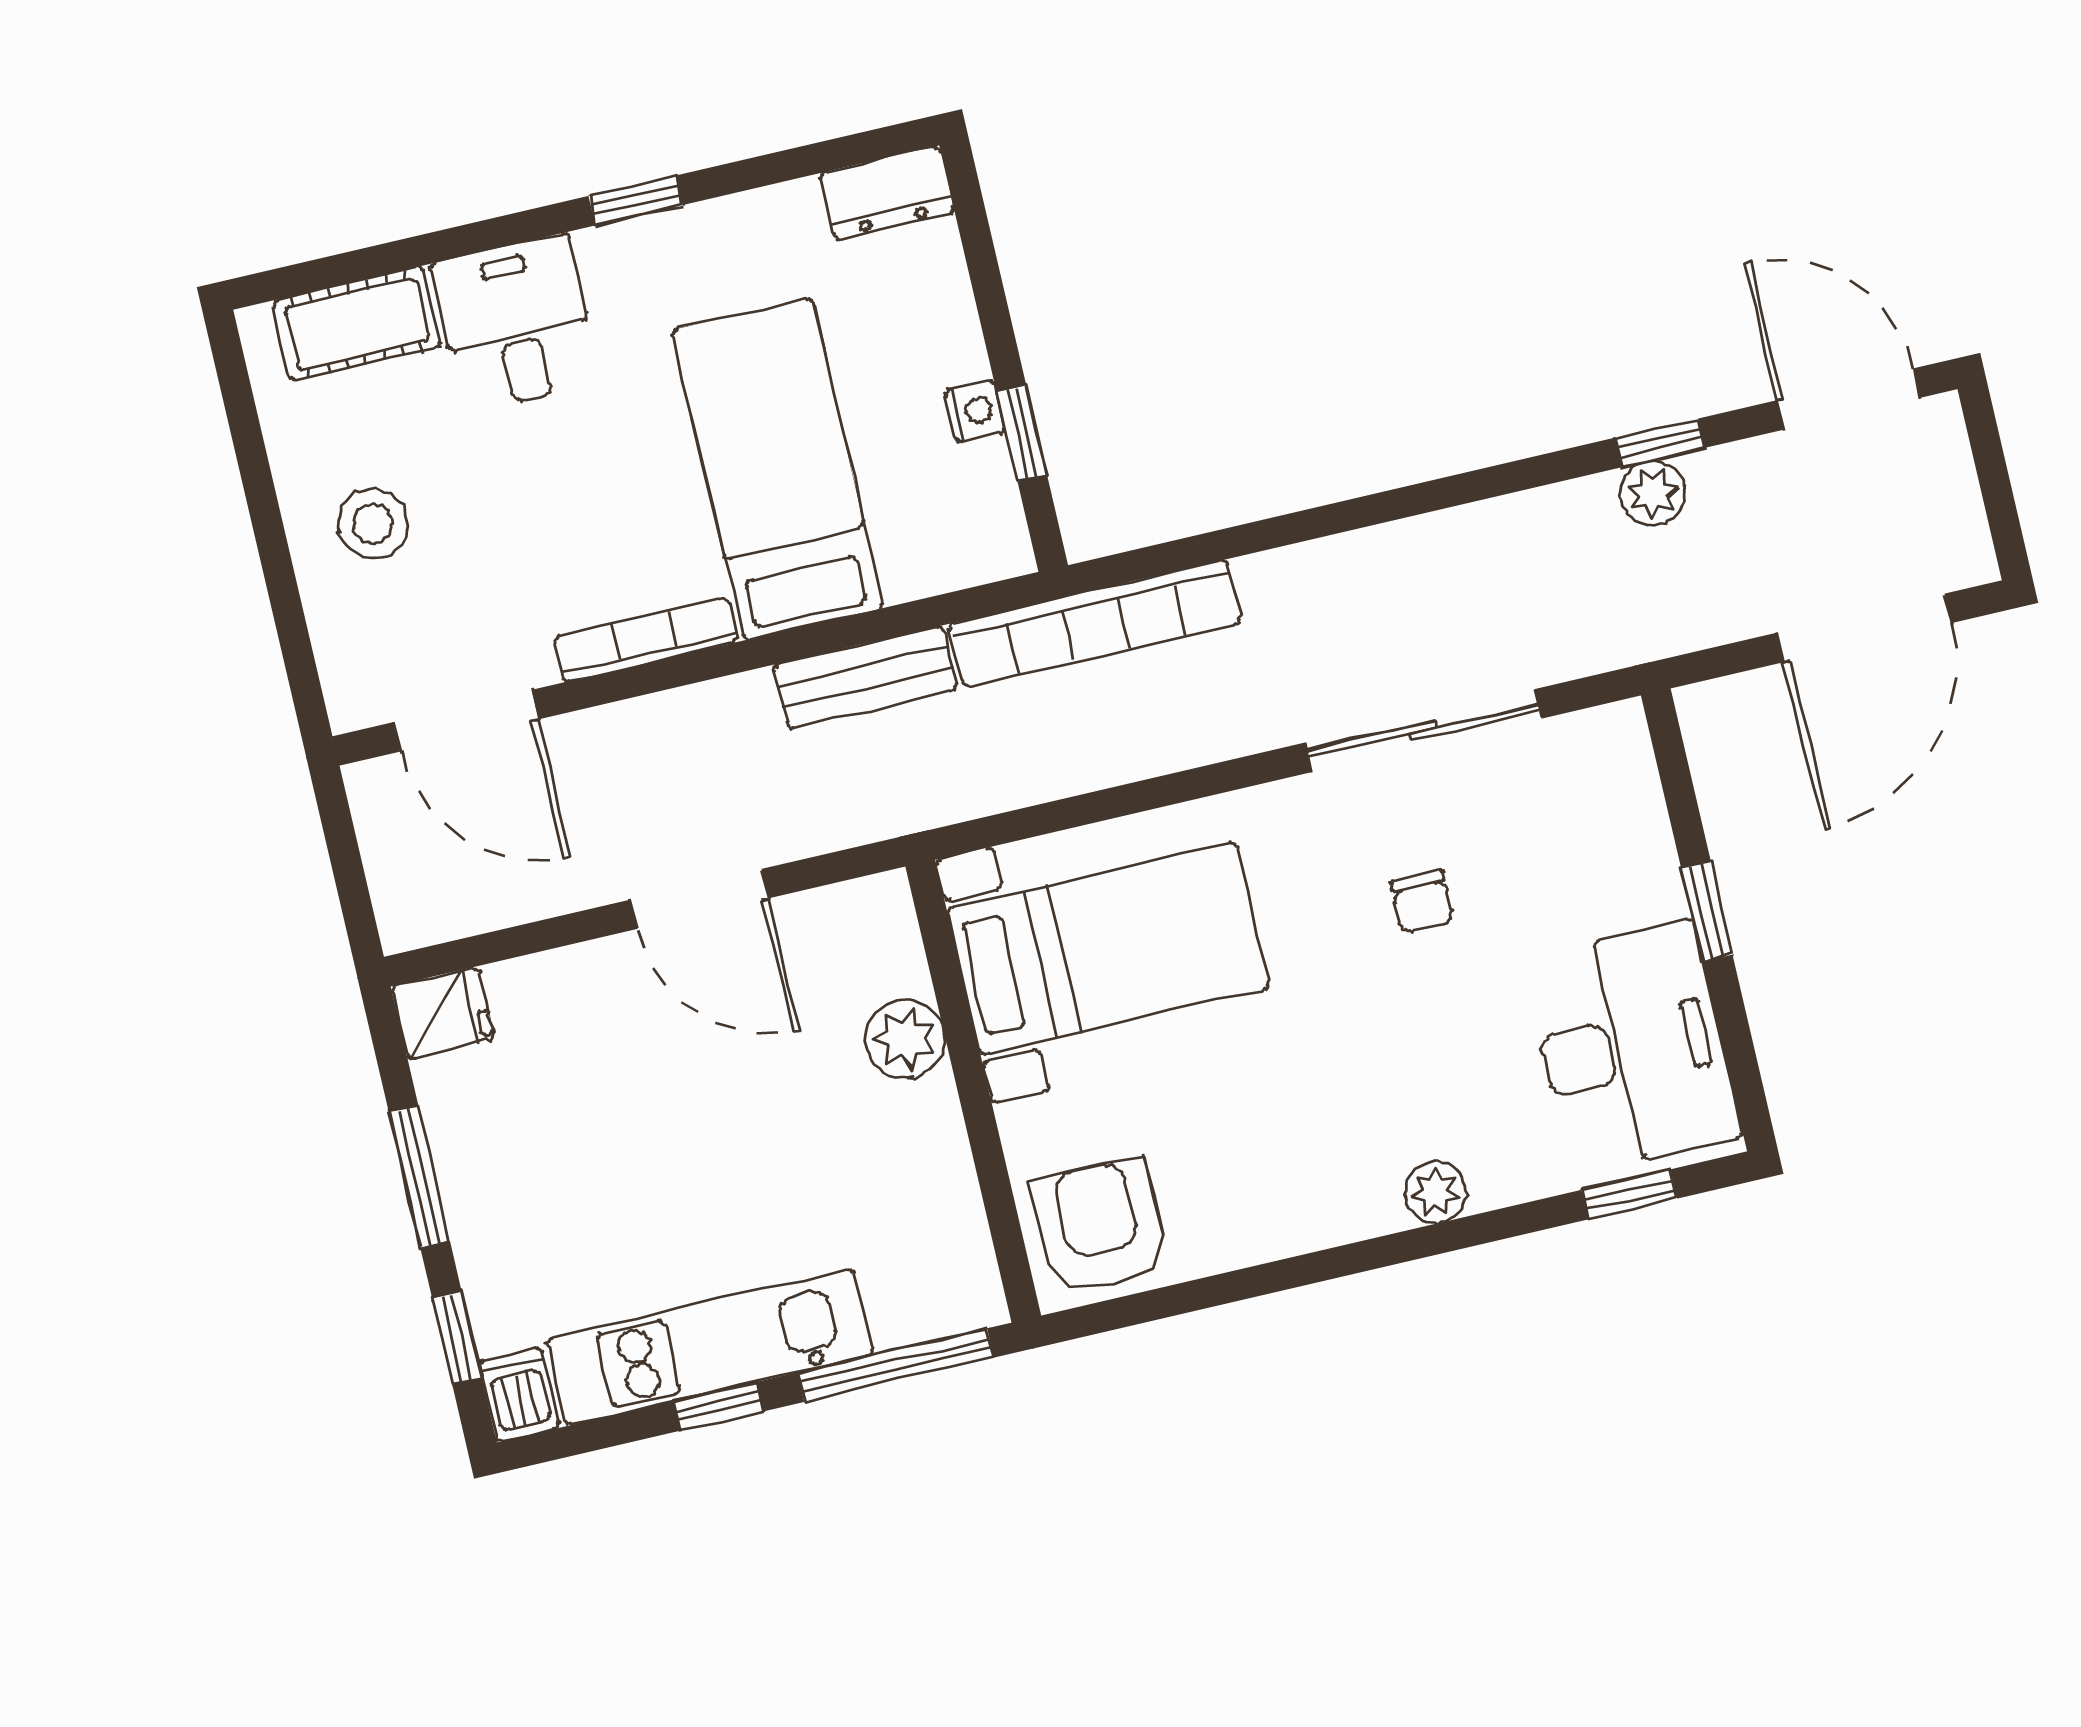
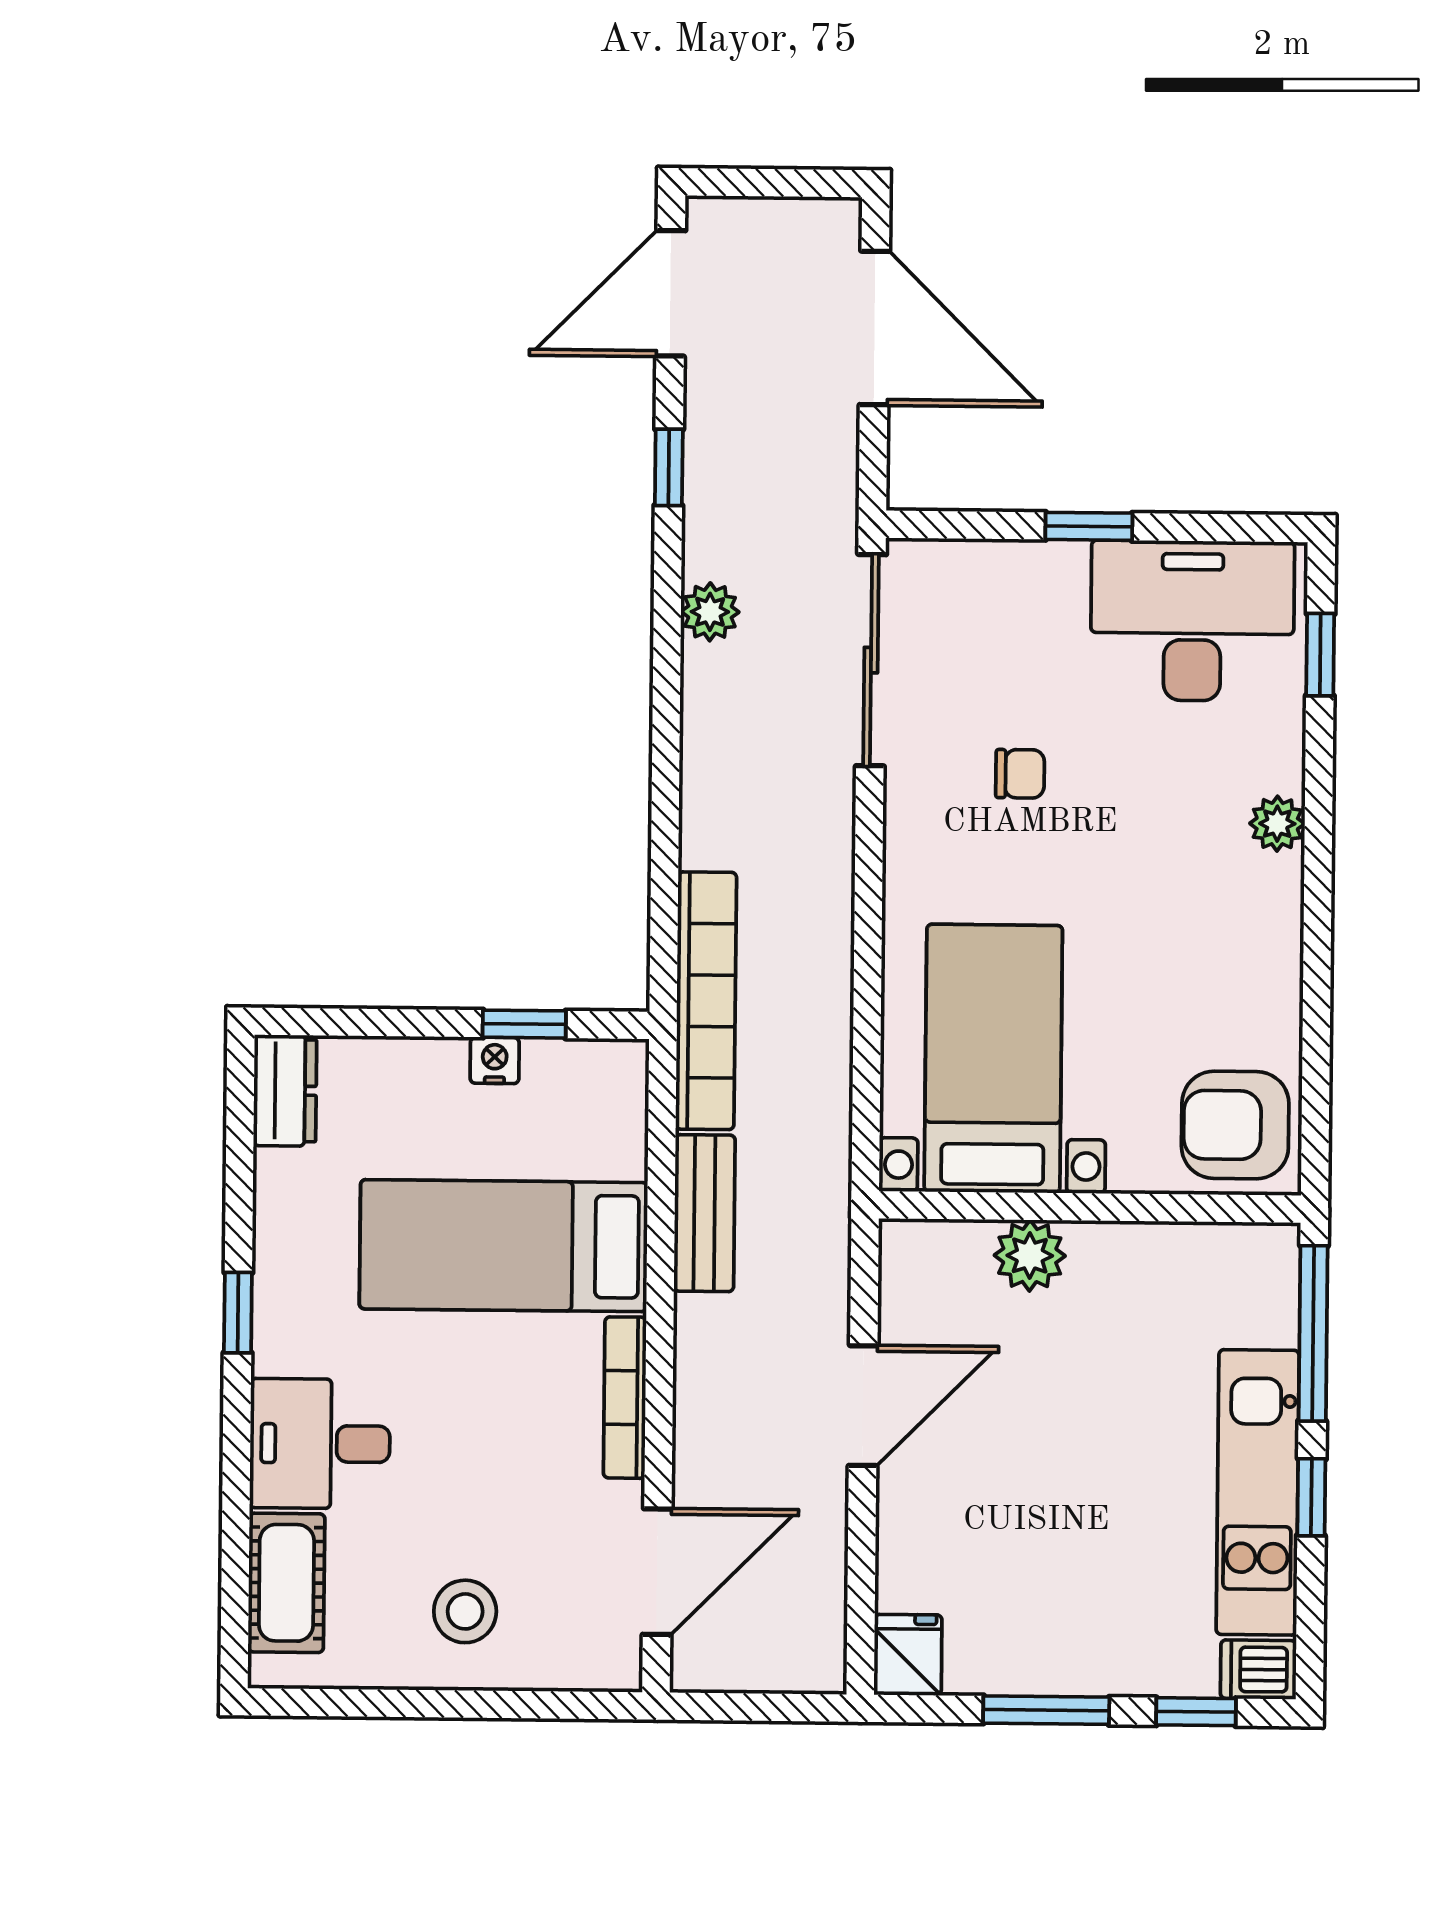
plant: (1653, 493) -> (710, 612), moved
sliding door: (1423, 731) -> (871, 660), moved

